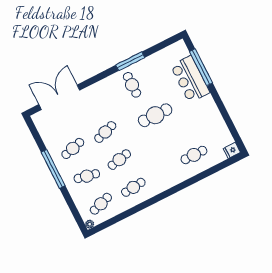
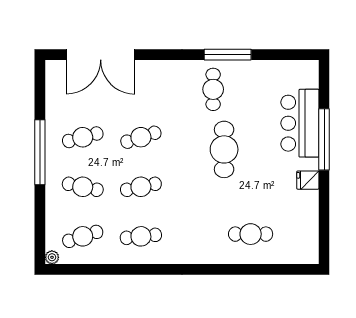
window: (201, 67) -> (324, 139), moved
double door: (59, 97) -> (101, 55), swing flipped
cafe table: (155, 115) -> (224, 149), turned 90
fridge: (232, 150) -> (308, 180), moved

